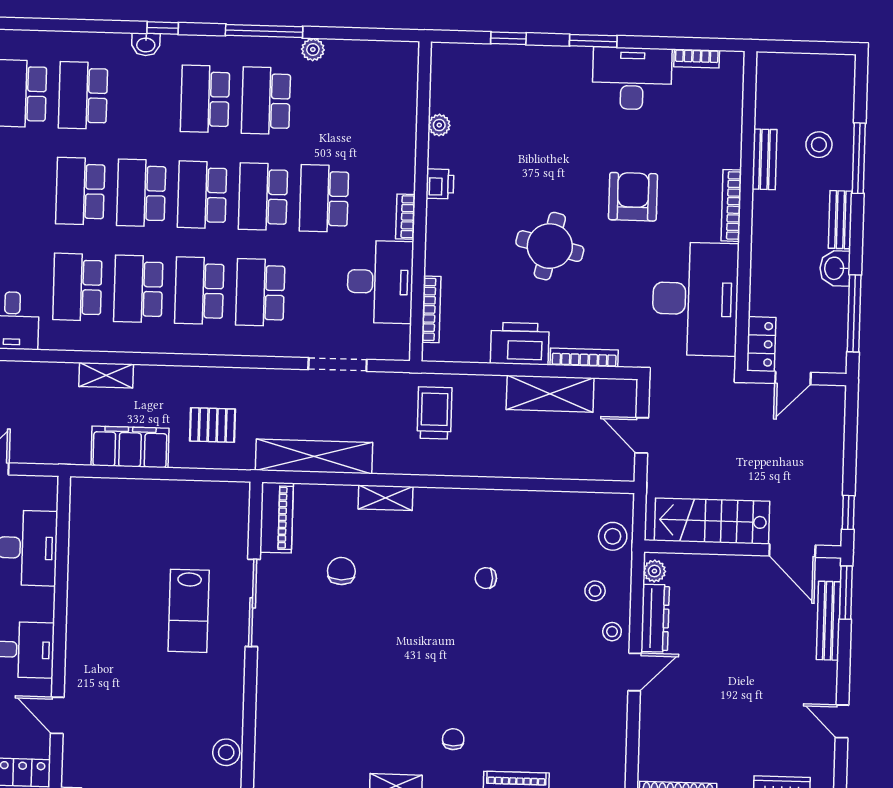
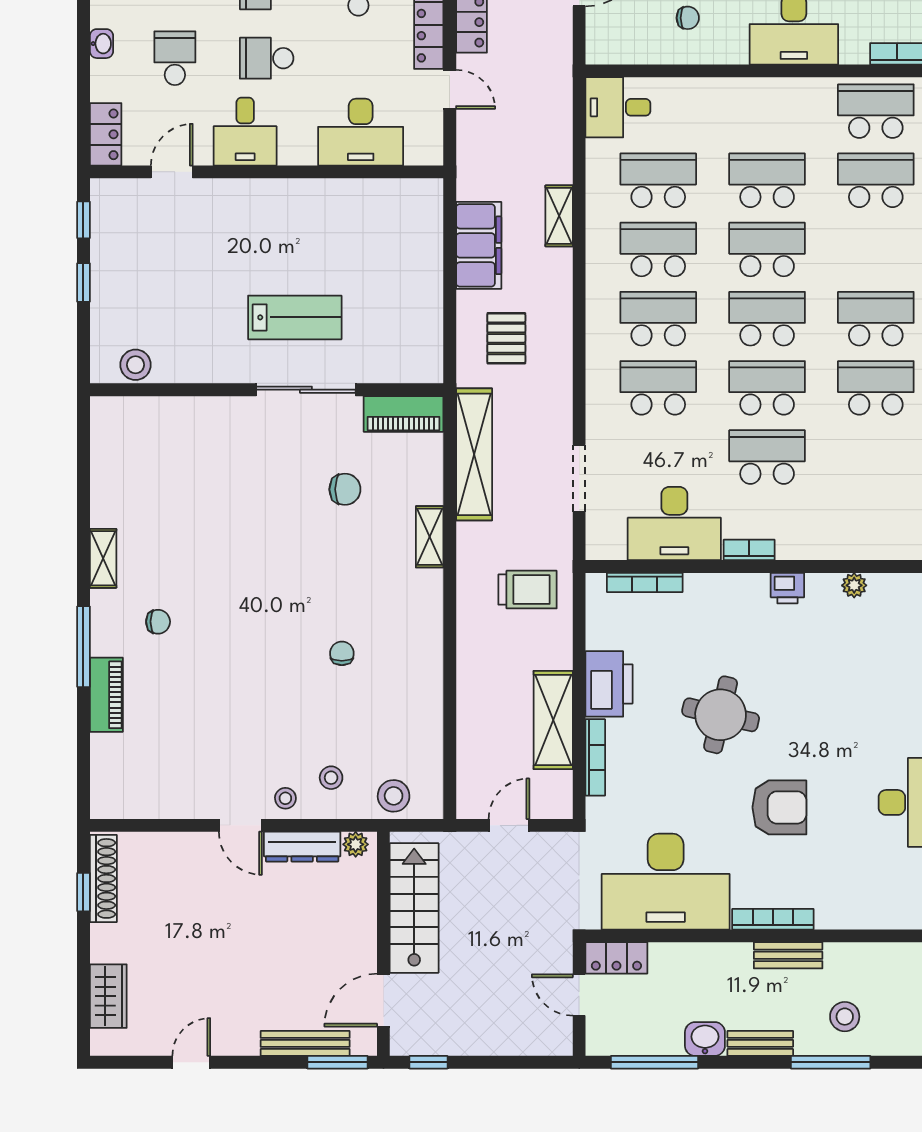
bench: (764, 159) -> (788, 955), moved
lab bench: (189, 611) -> (295, 317), turned 180

